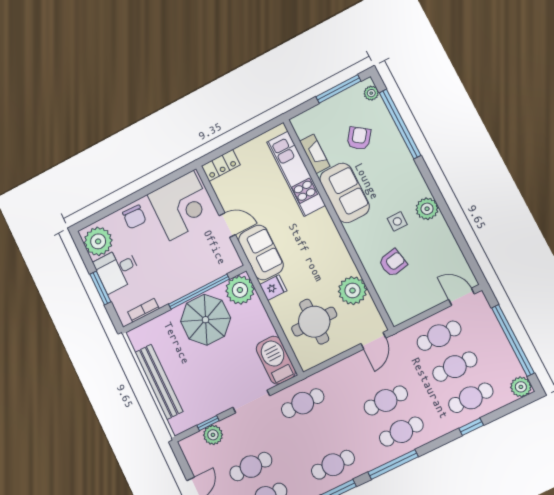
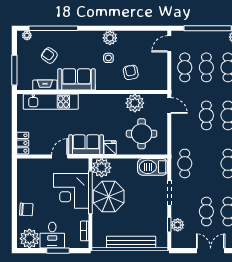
window: (338, 89) -> (14, 70), moved
corner desk: (181, 206) -> (71, 191), moved, turned 180

